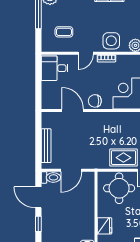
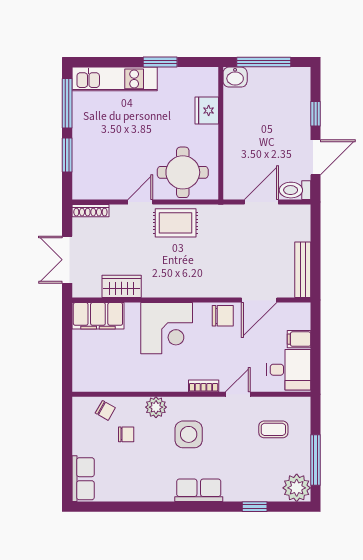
side table: (111, 41) -> (189, 434), moved
filing cabinet: (48, 87) -> (299, 339), added
door: (73, 111) -> (259, 300), hinge flipped
bench: (46, 146) -> (303, 270), moved
door: (38, 197) -> (316, 157), hinge flipped

